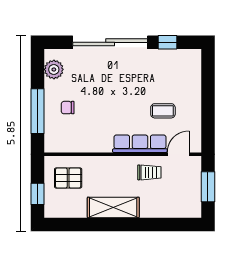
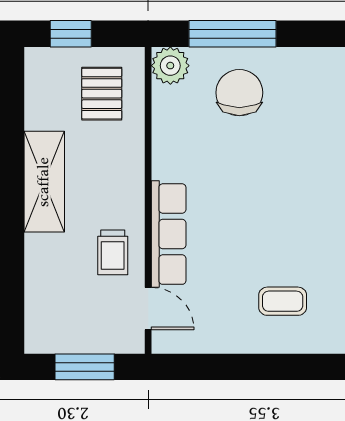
plant: (54, 69) -> (170, 66), moved
chair: (68, 108) -> (239, 93), width x1.87, depth x1.87
coffee table: (163, 111) -> (283, 301), moved, turned 90

